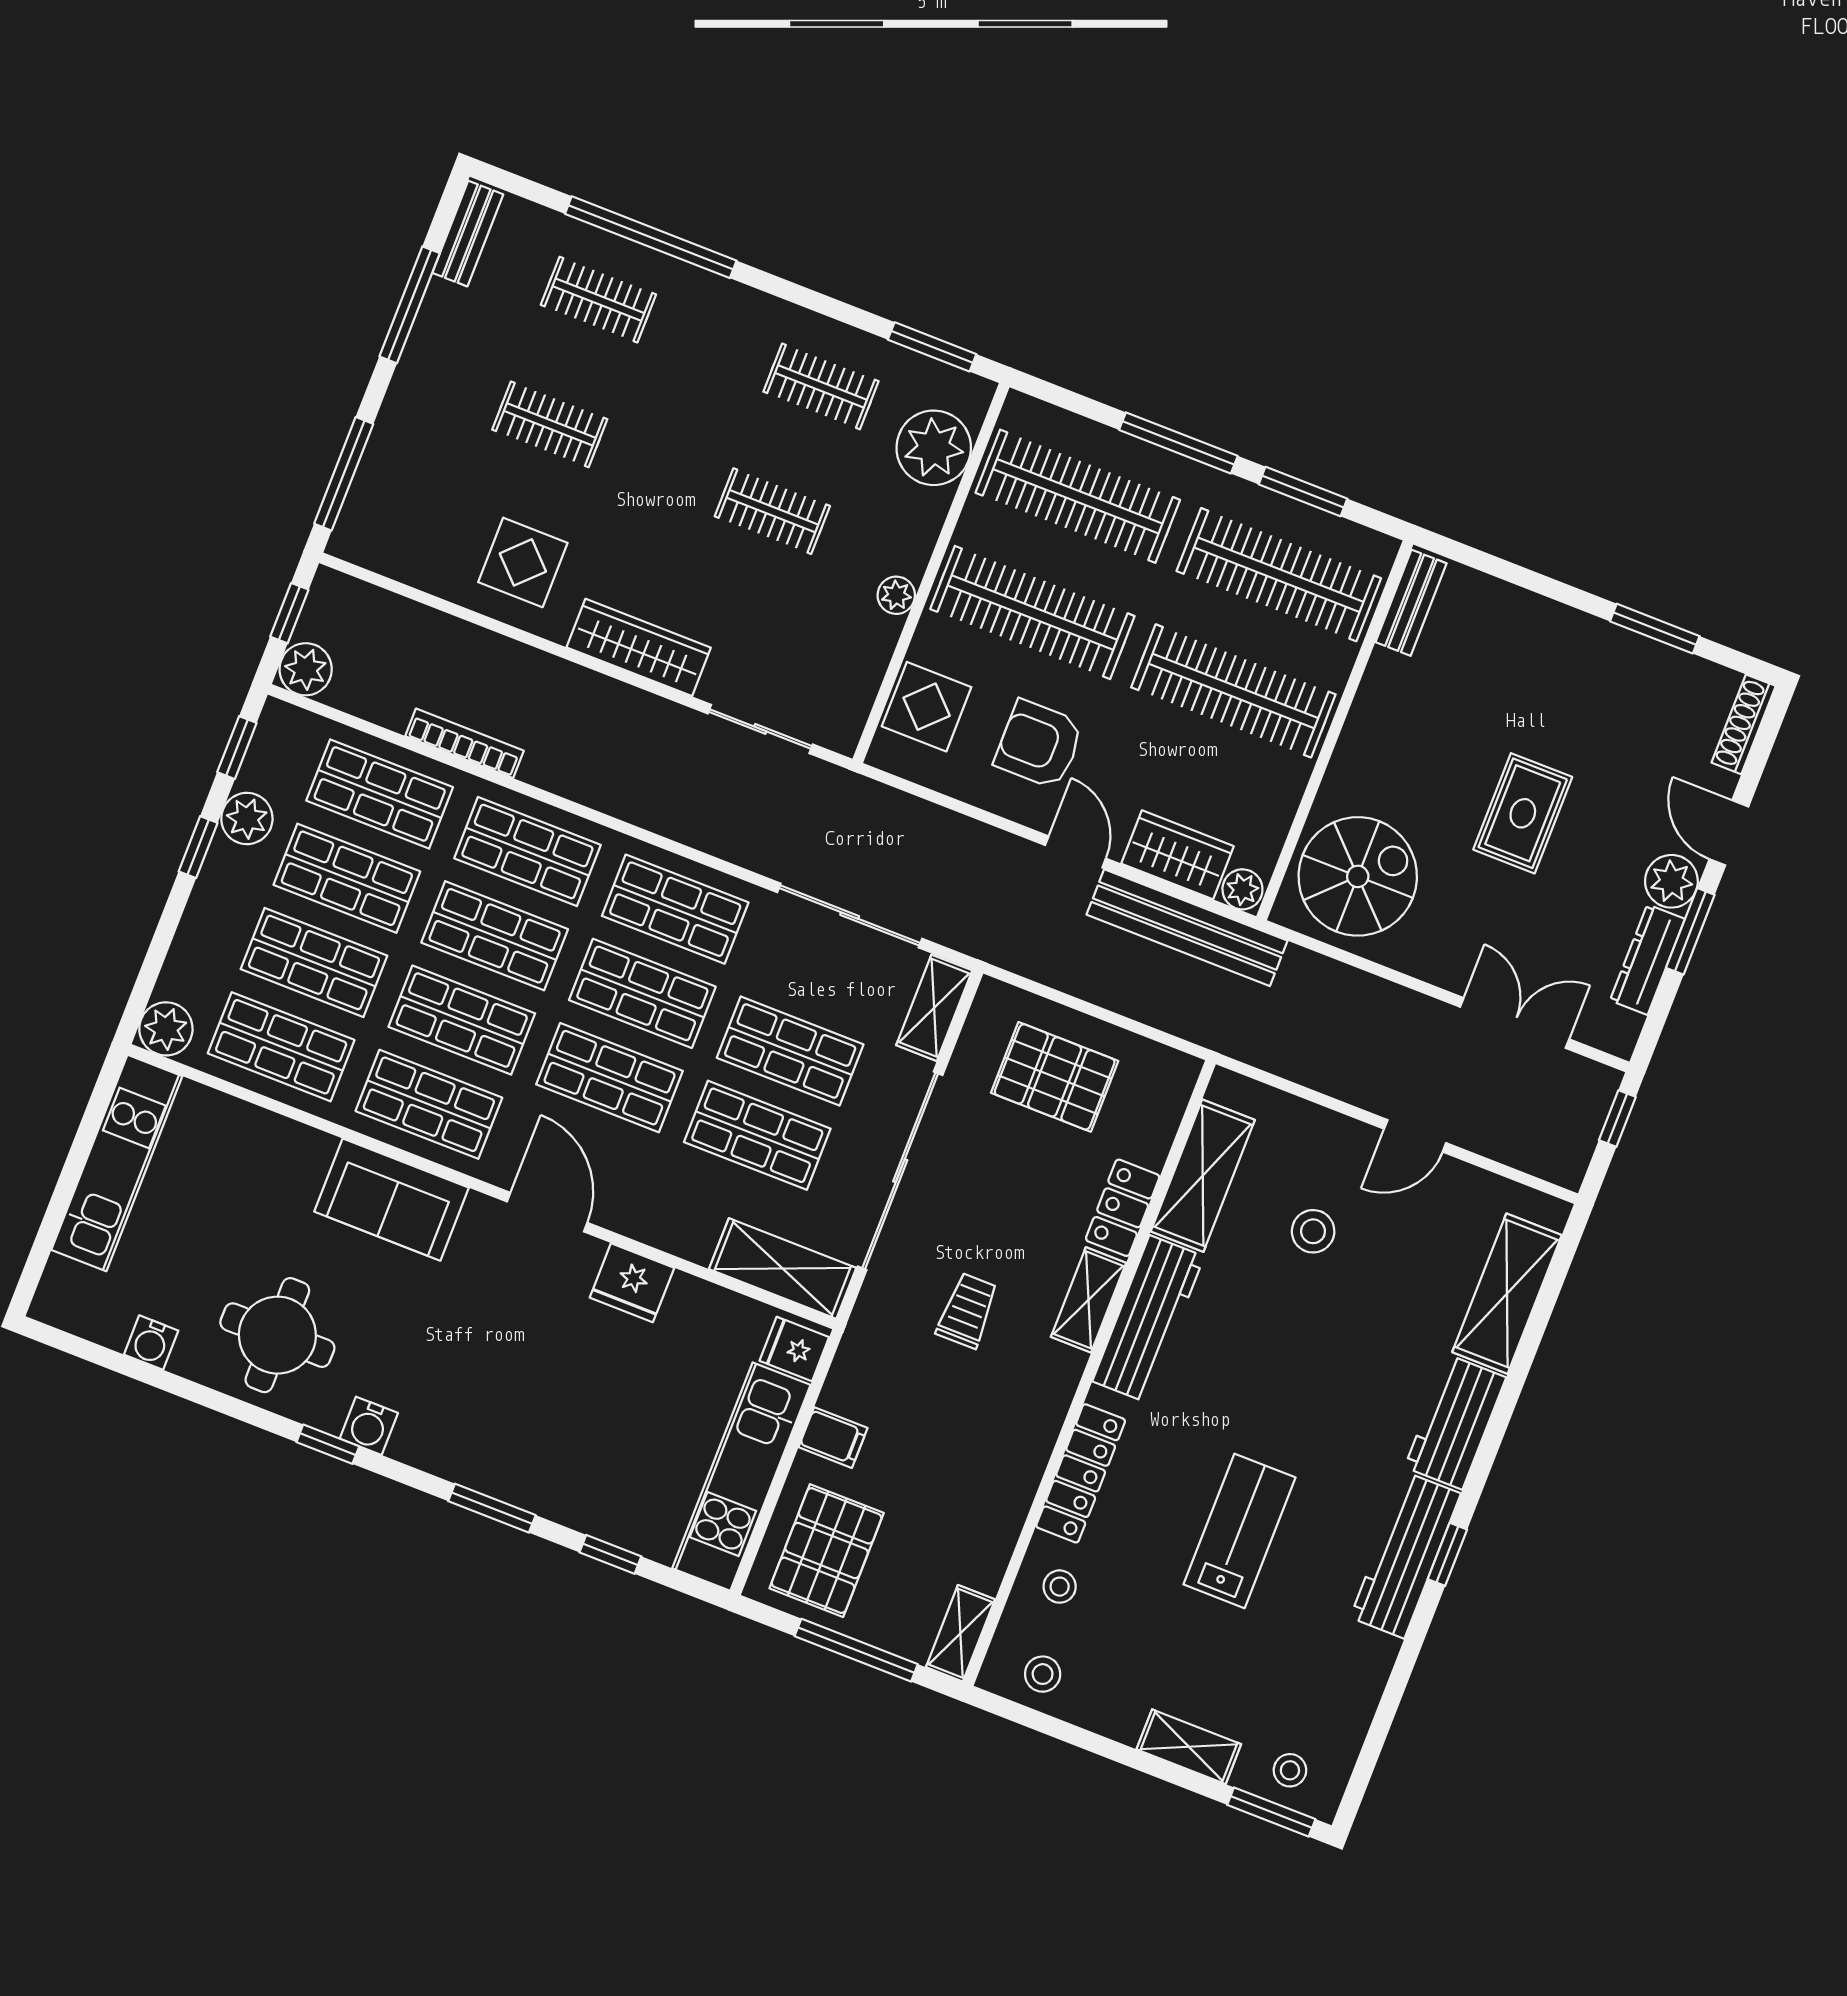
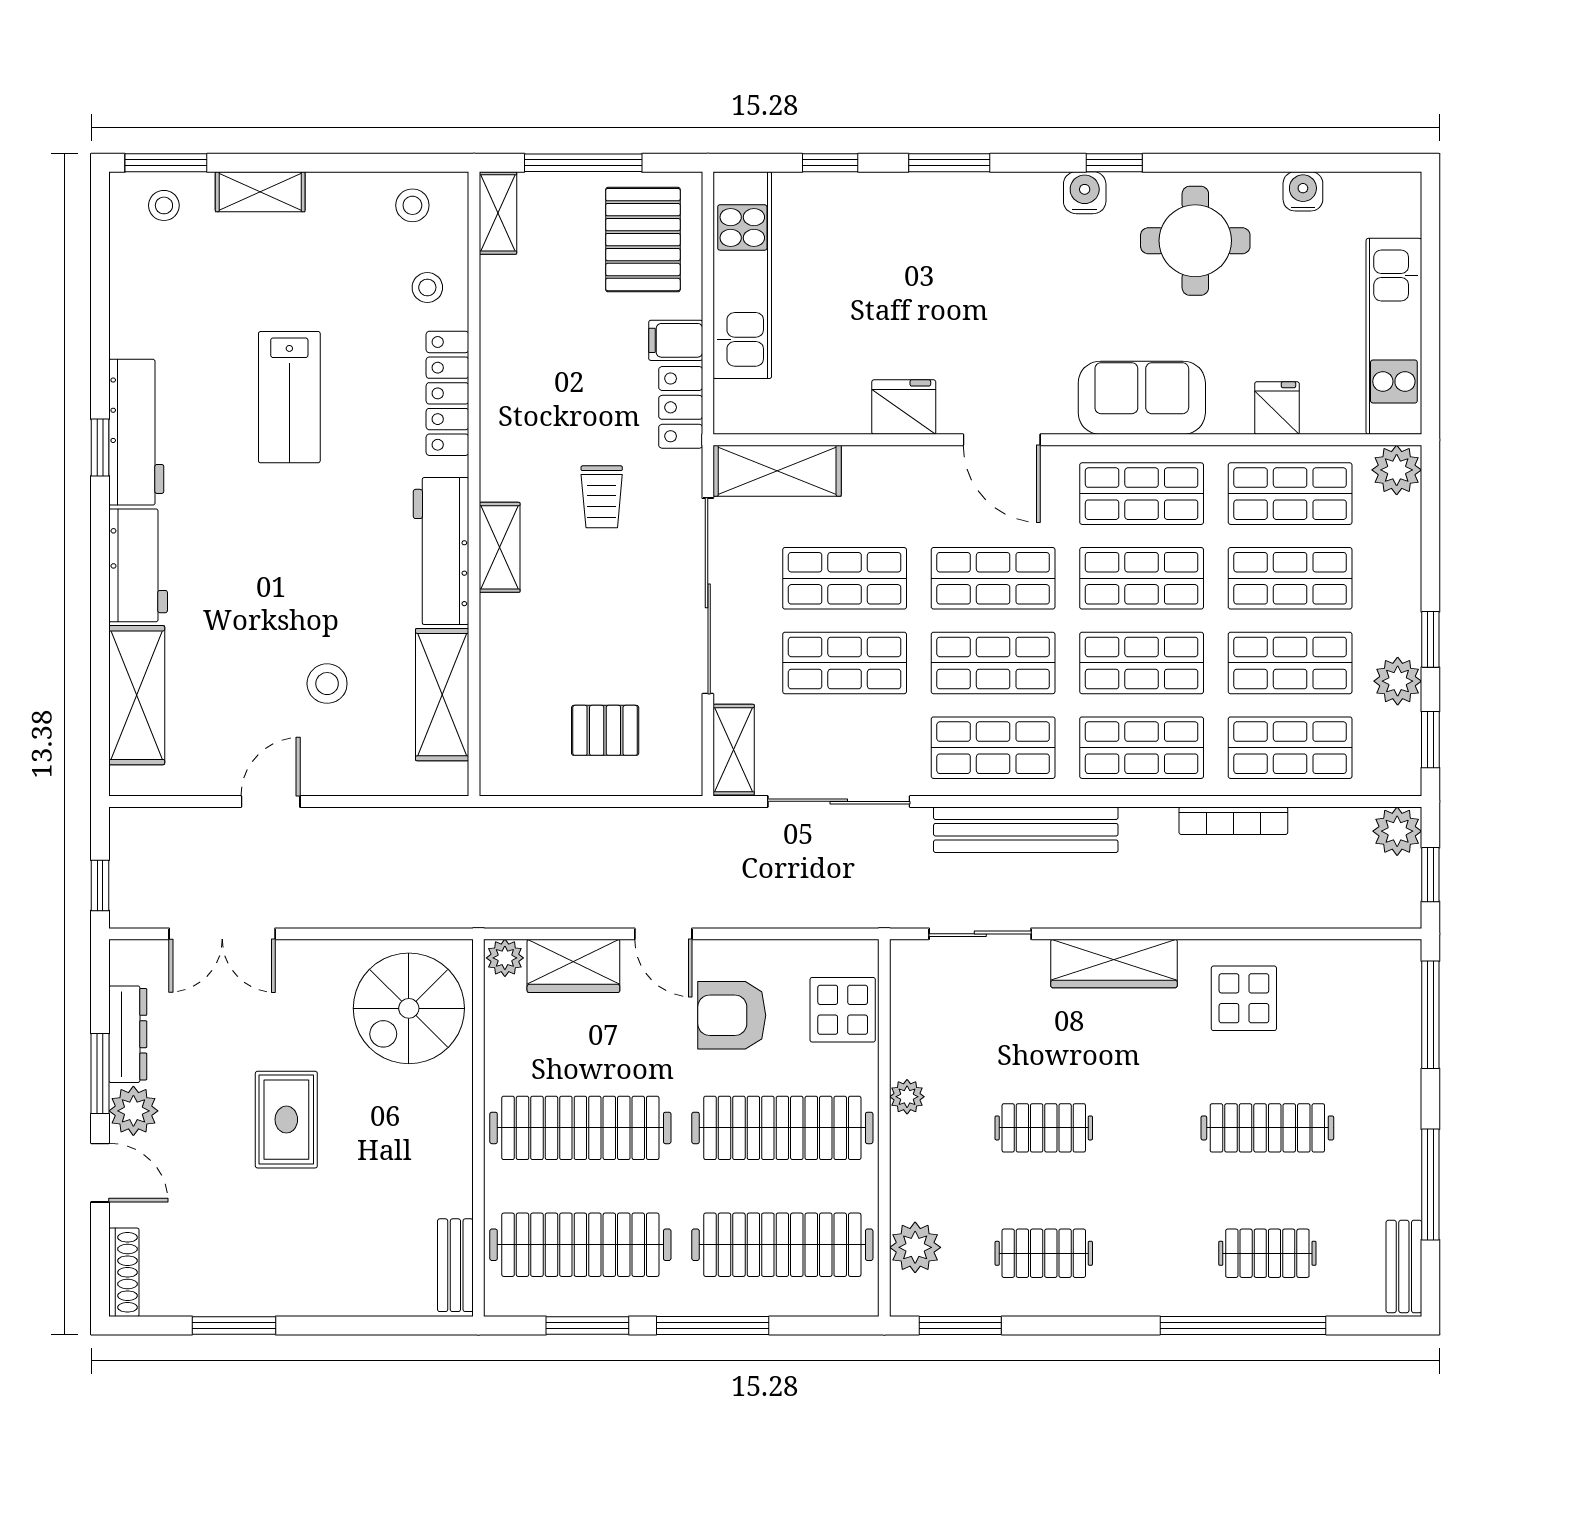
clothes rail: (550, 424) -> (1267, 1128), width x1.36
plant: (934, 448) -> (915, 1247), width x0.73, depth x0.73
armchair: (1039, 744) -> (732, 1015), turned 180
bench: (1187, 928) -> (1026, 830), moved
pallet: (1055, 1077) -> (605, 730), width x0.67, depth x0.71
locker: (1123, 1208) -> (681, 407), moved, turned 180
fridge: (794, 1349) -> (1277, 408), moved, turned -90

